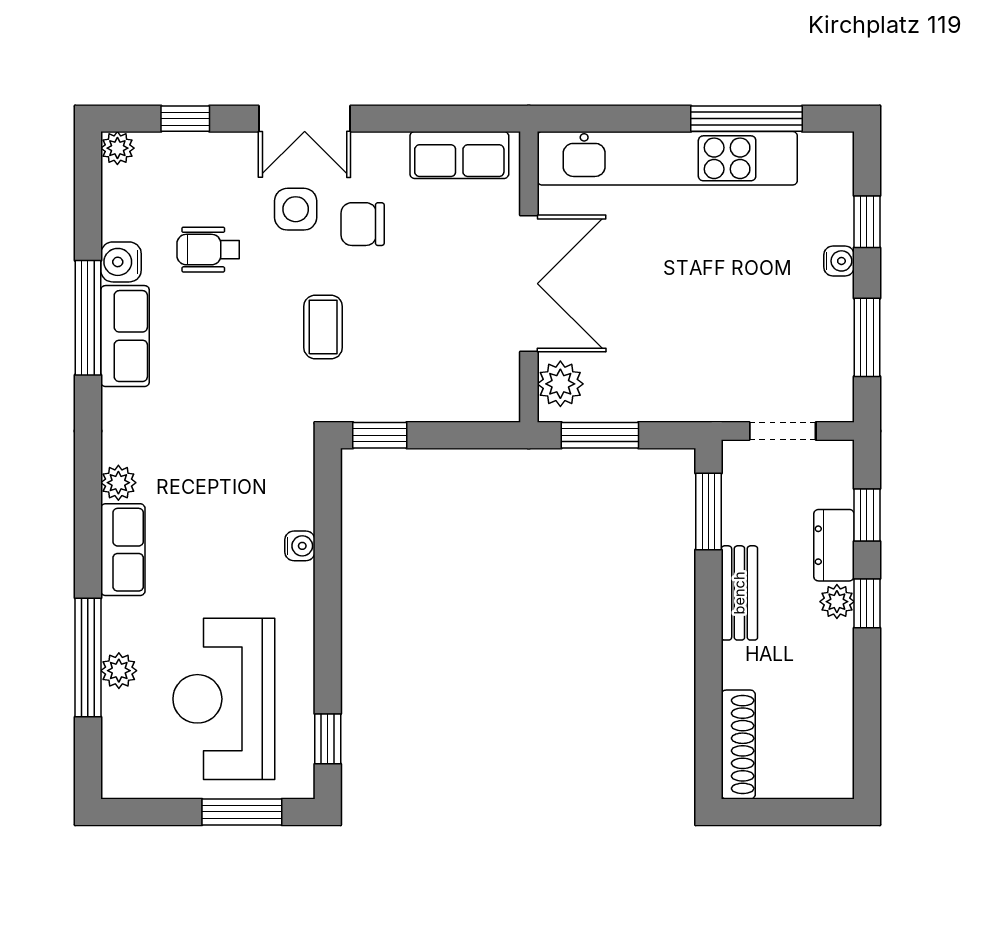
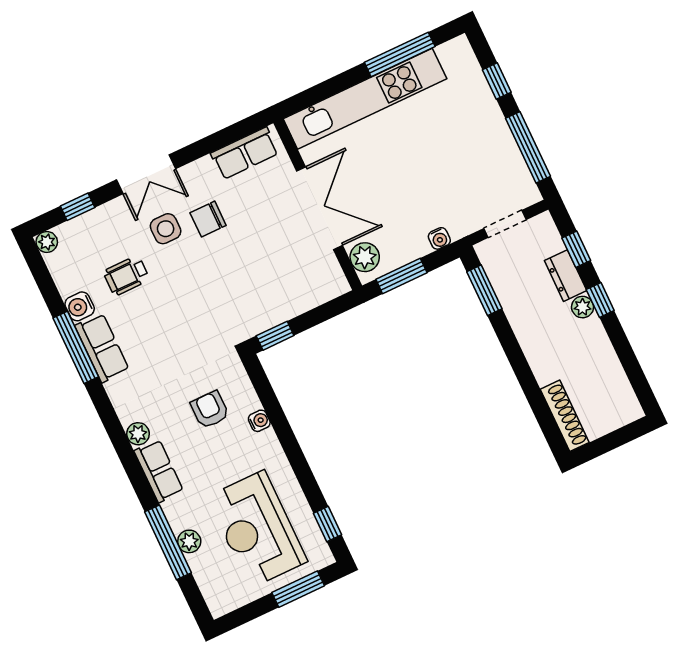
water cooler: (839, 261) -> (439, 238), moved, turned 90
coffee table: (323, 327) -> (213, 289), removed
window: (867, 337) -> (528, 147), width x1.44
armchair: (237, 497) -> (210, 410), added
bench: (739, 593) -> (524, 329), removed

